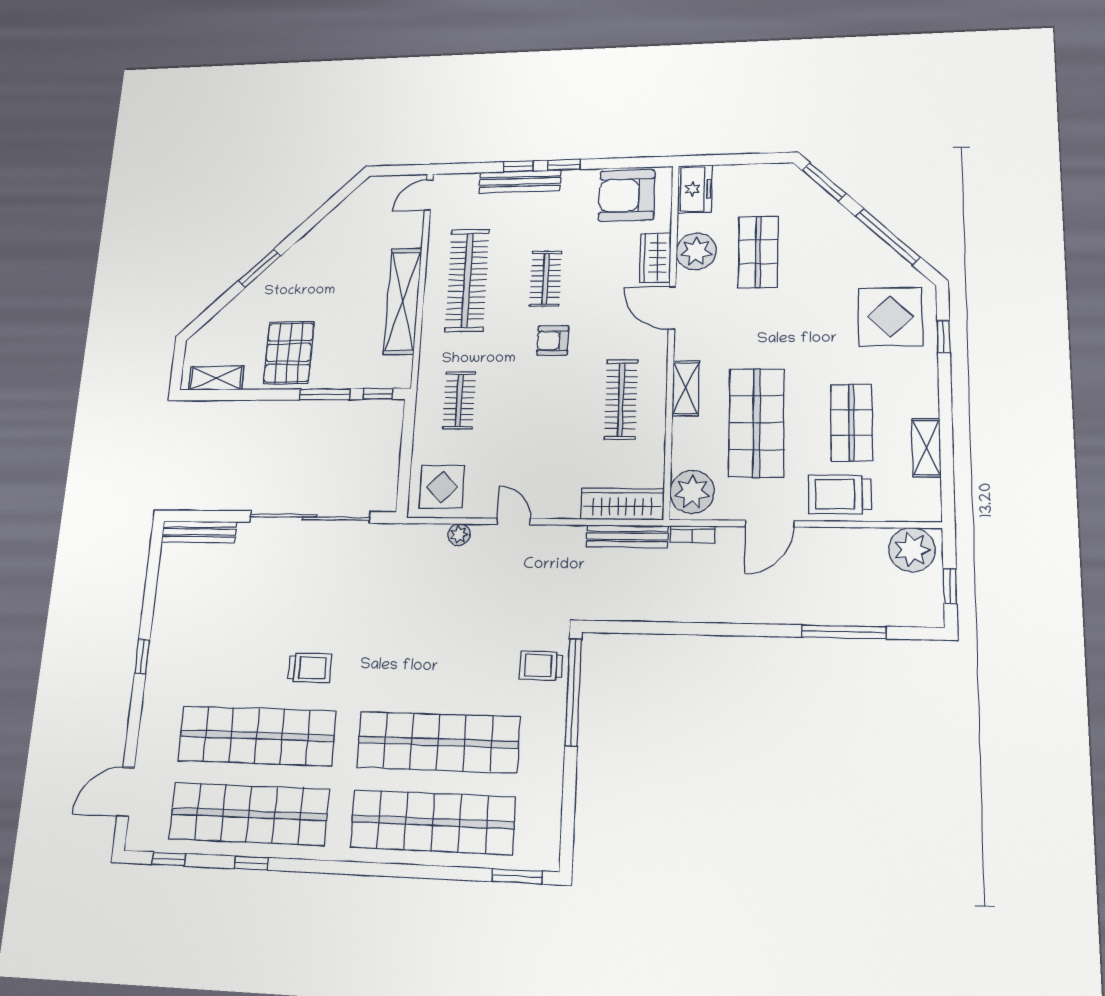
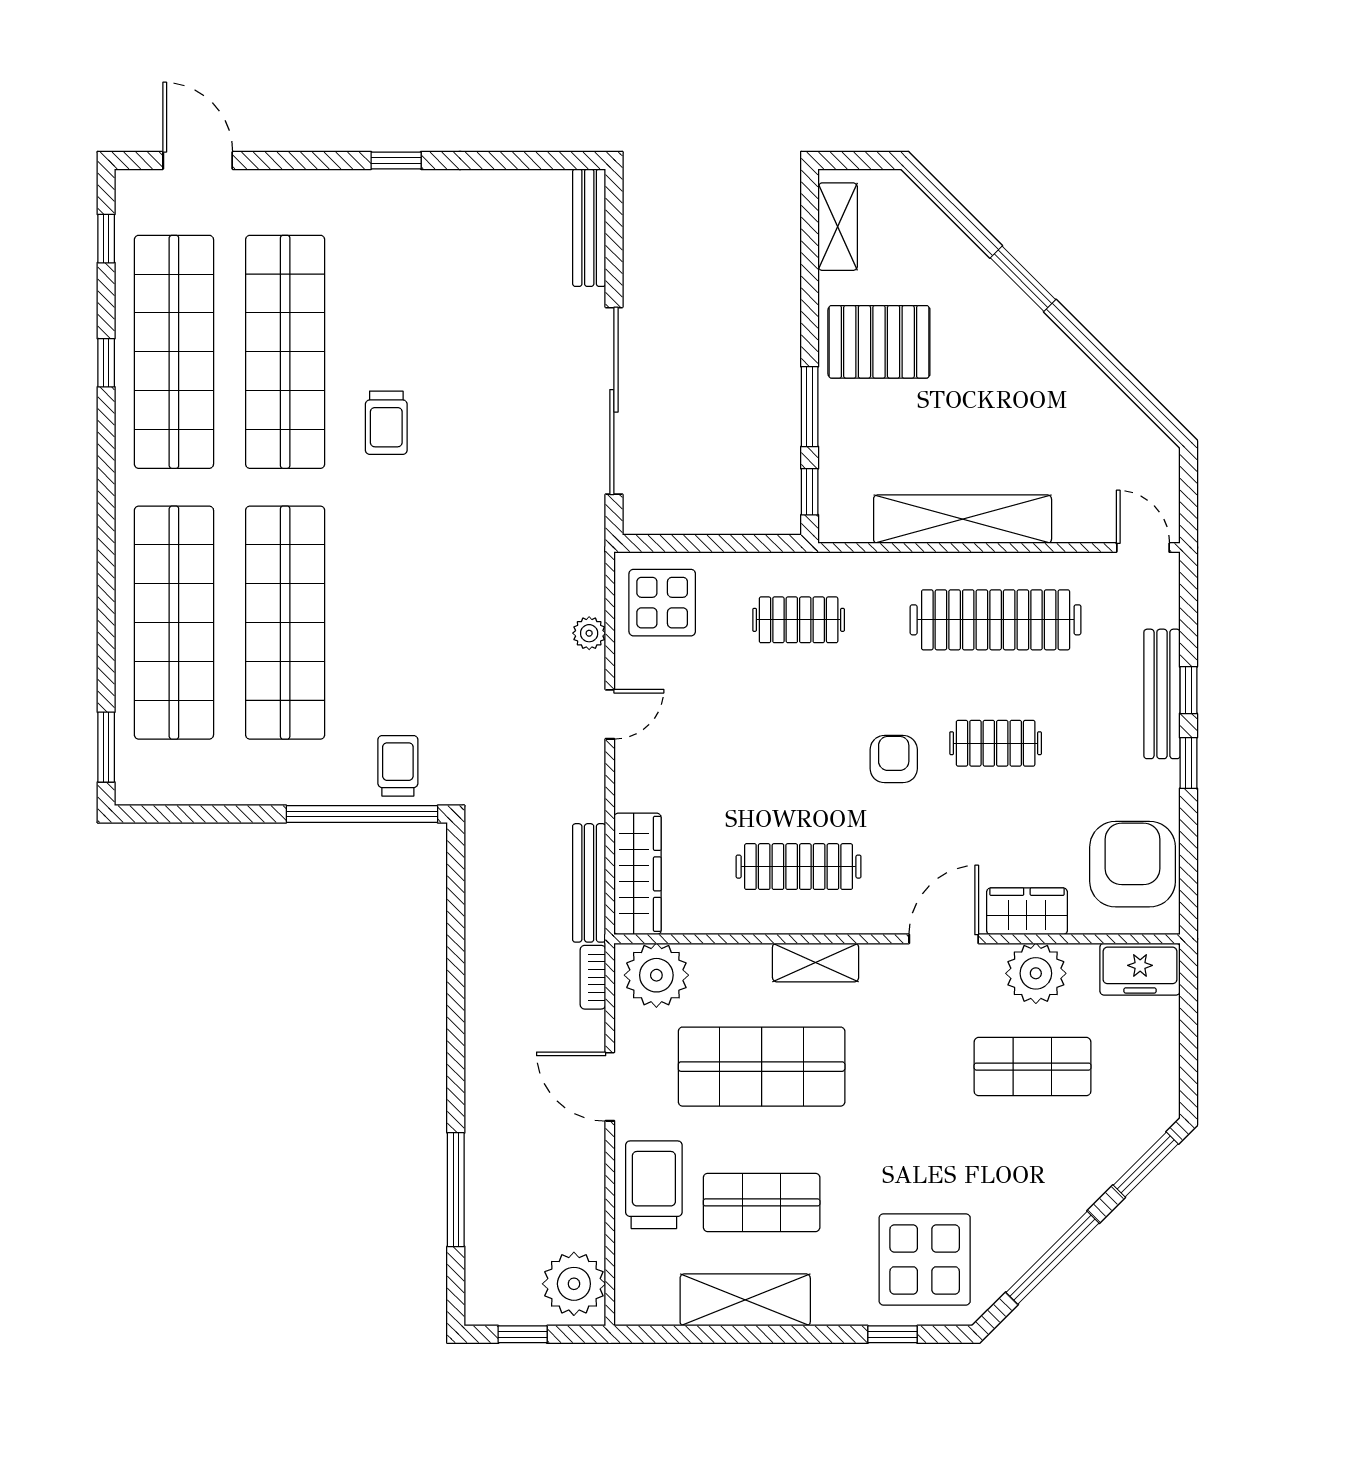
shelving: (926, 448) -> (745, 1300), width x1.50, depth x1.33

